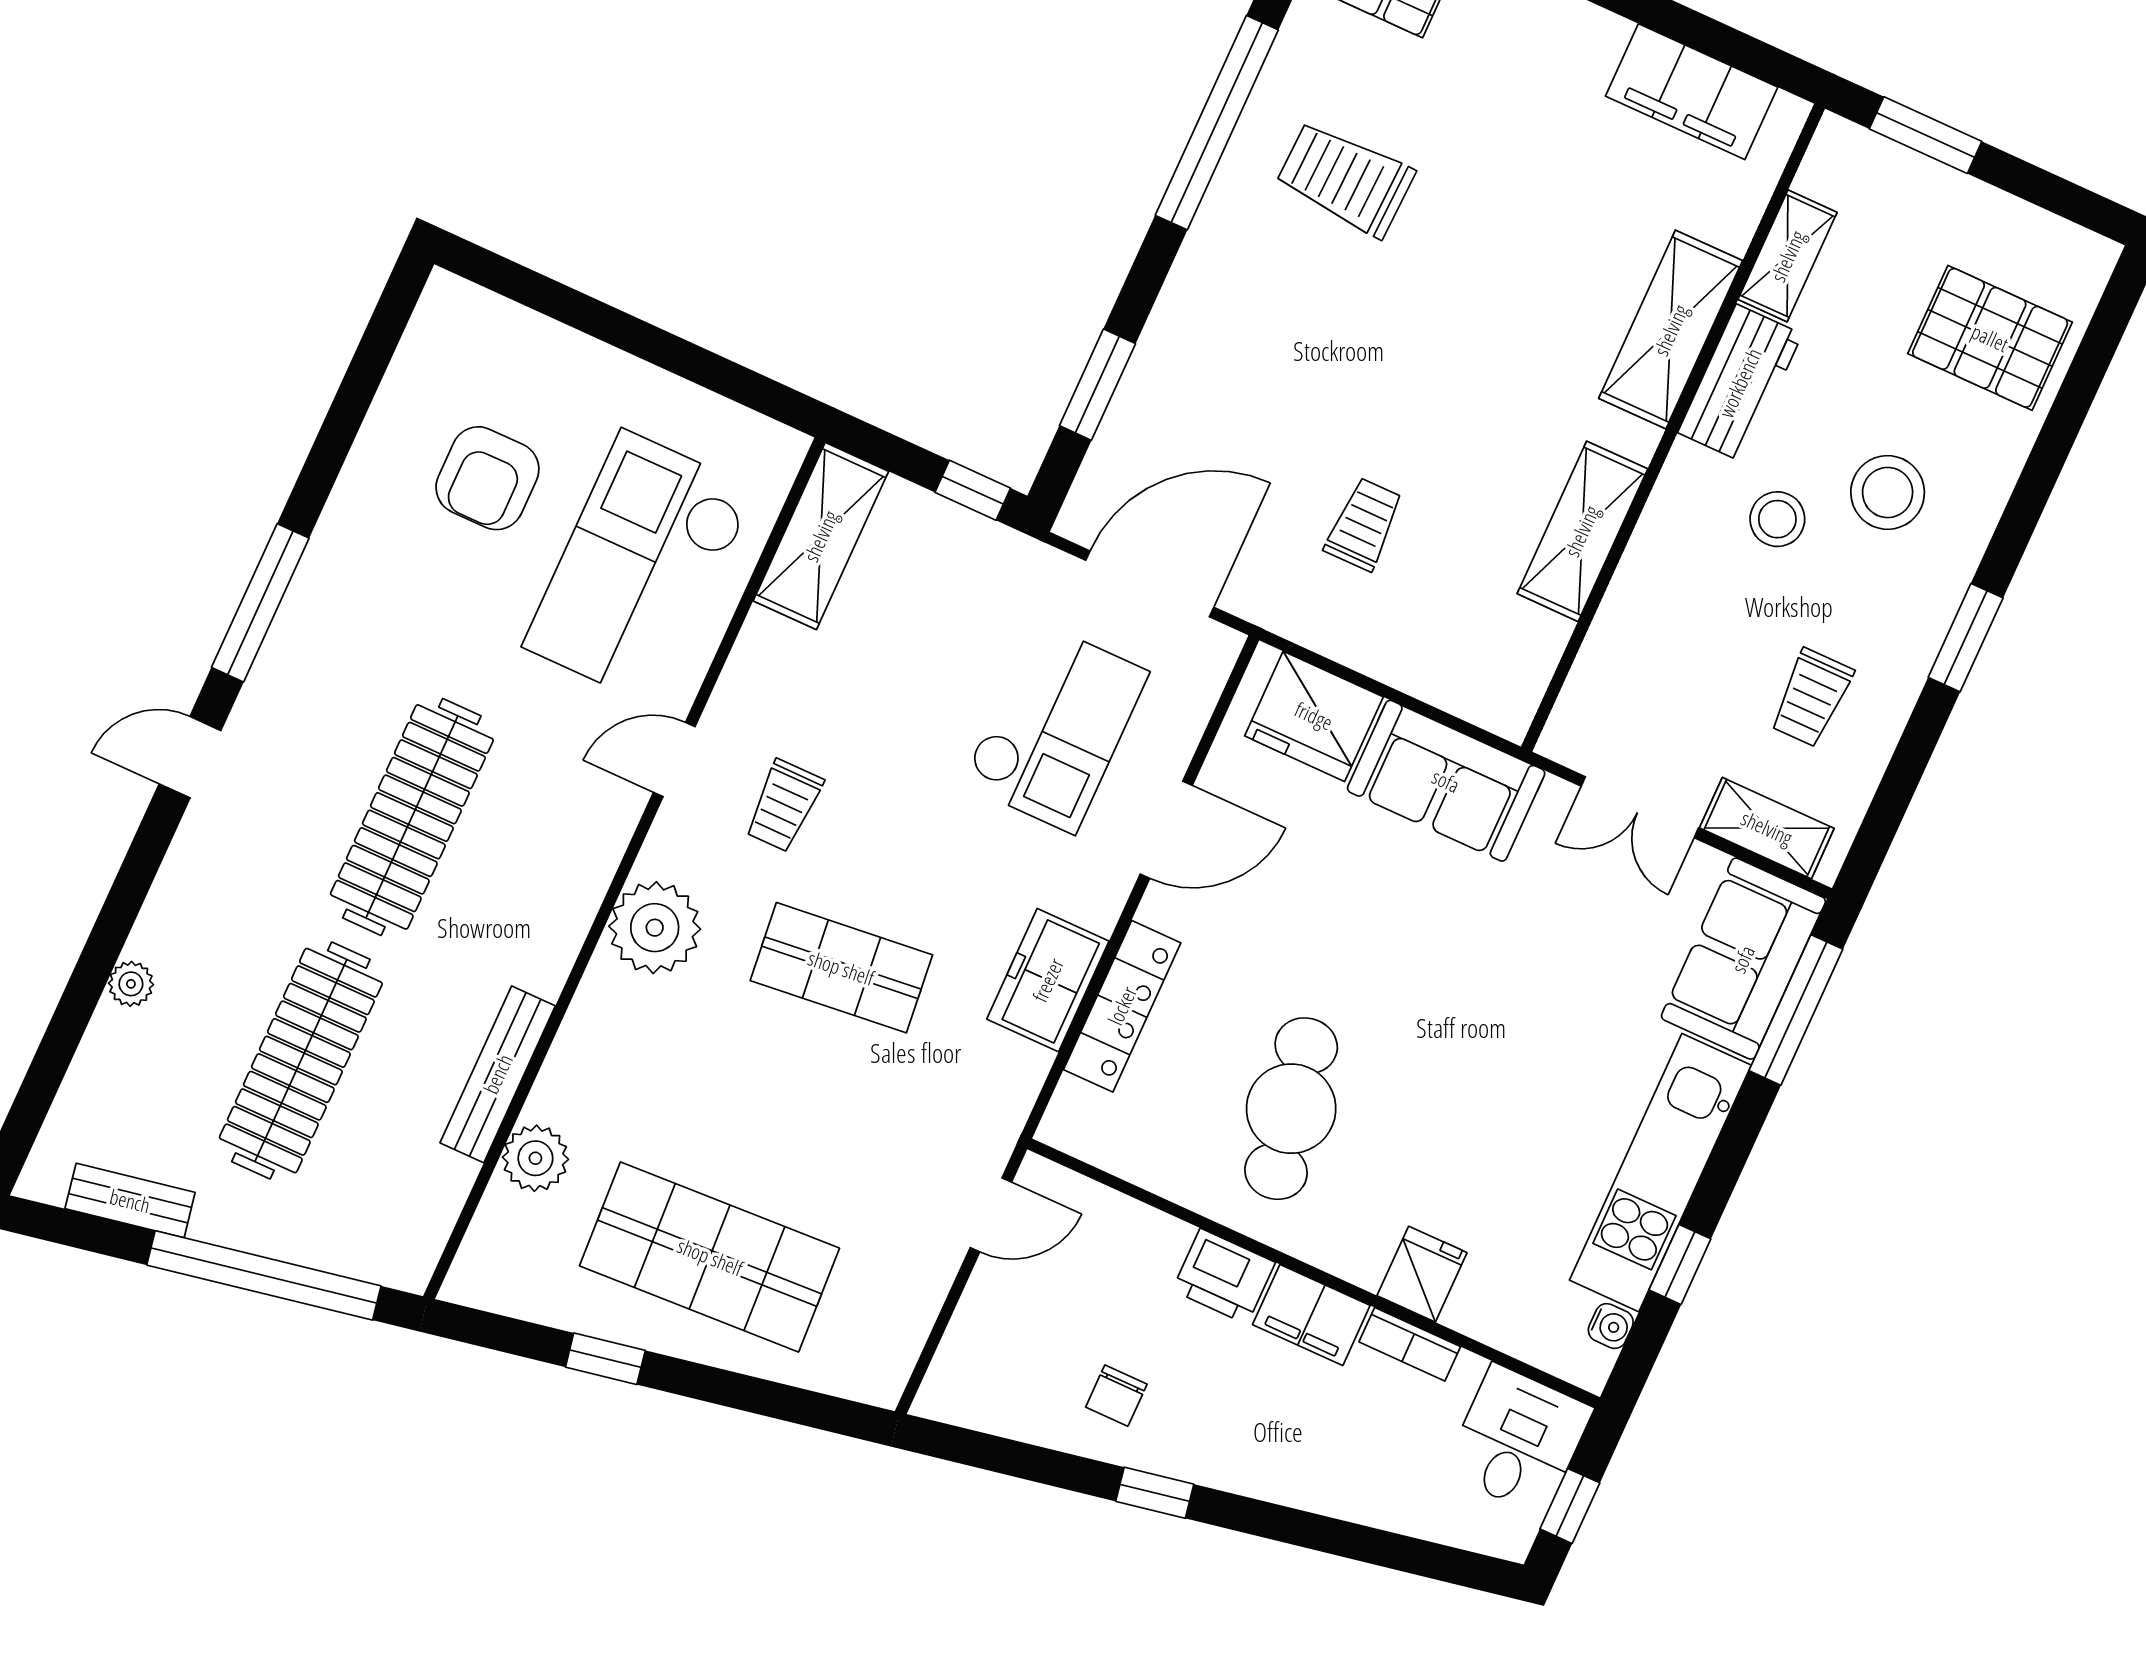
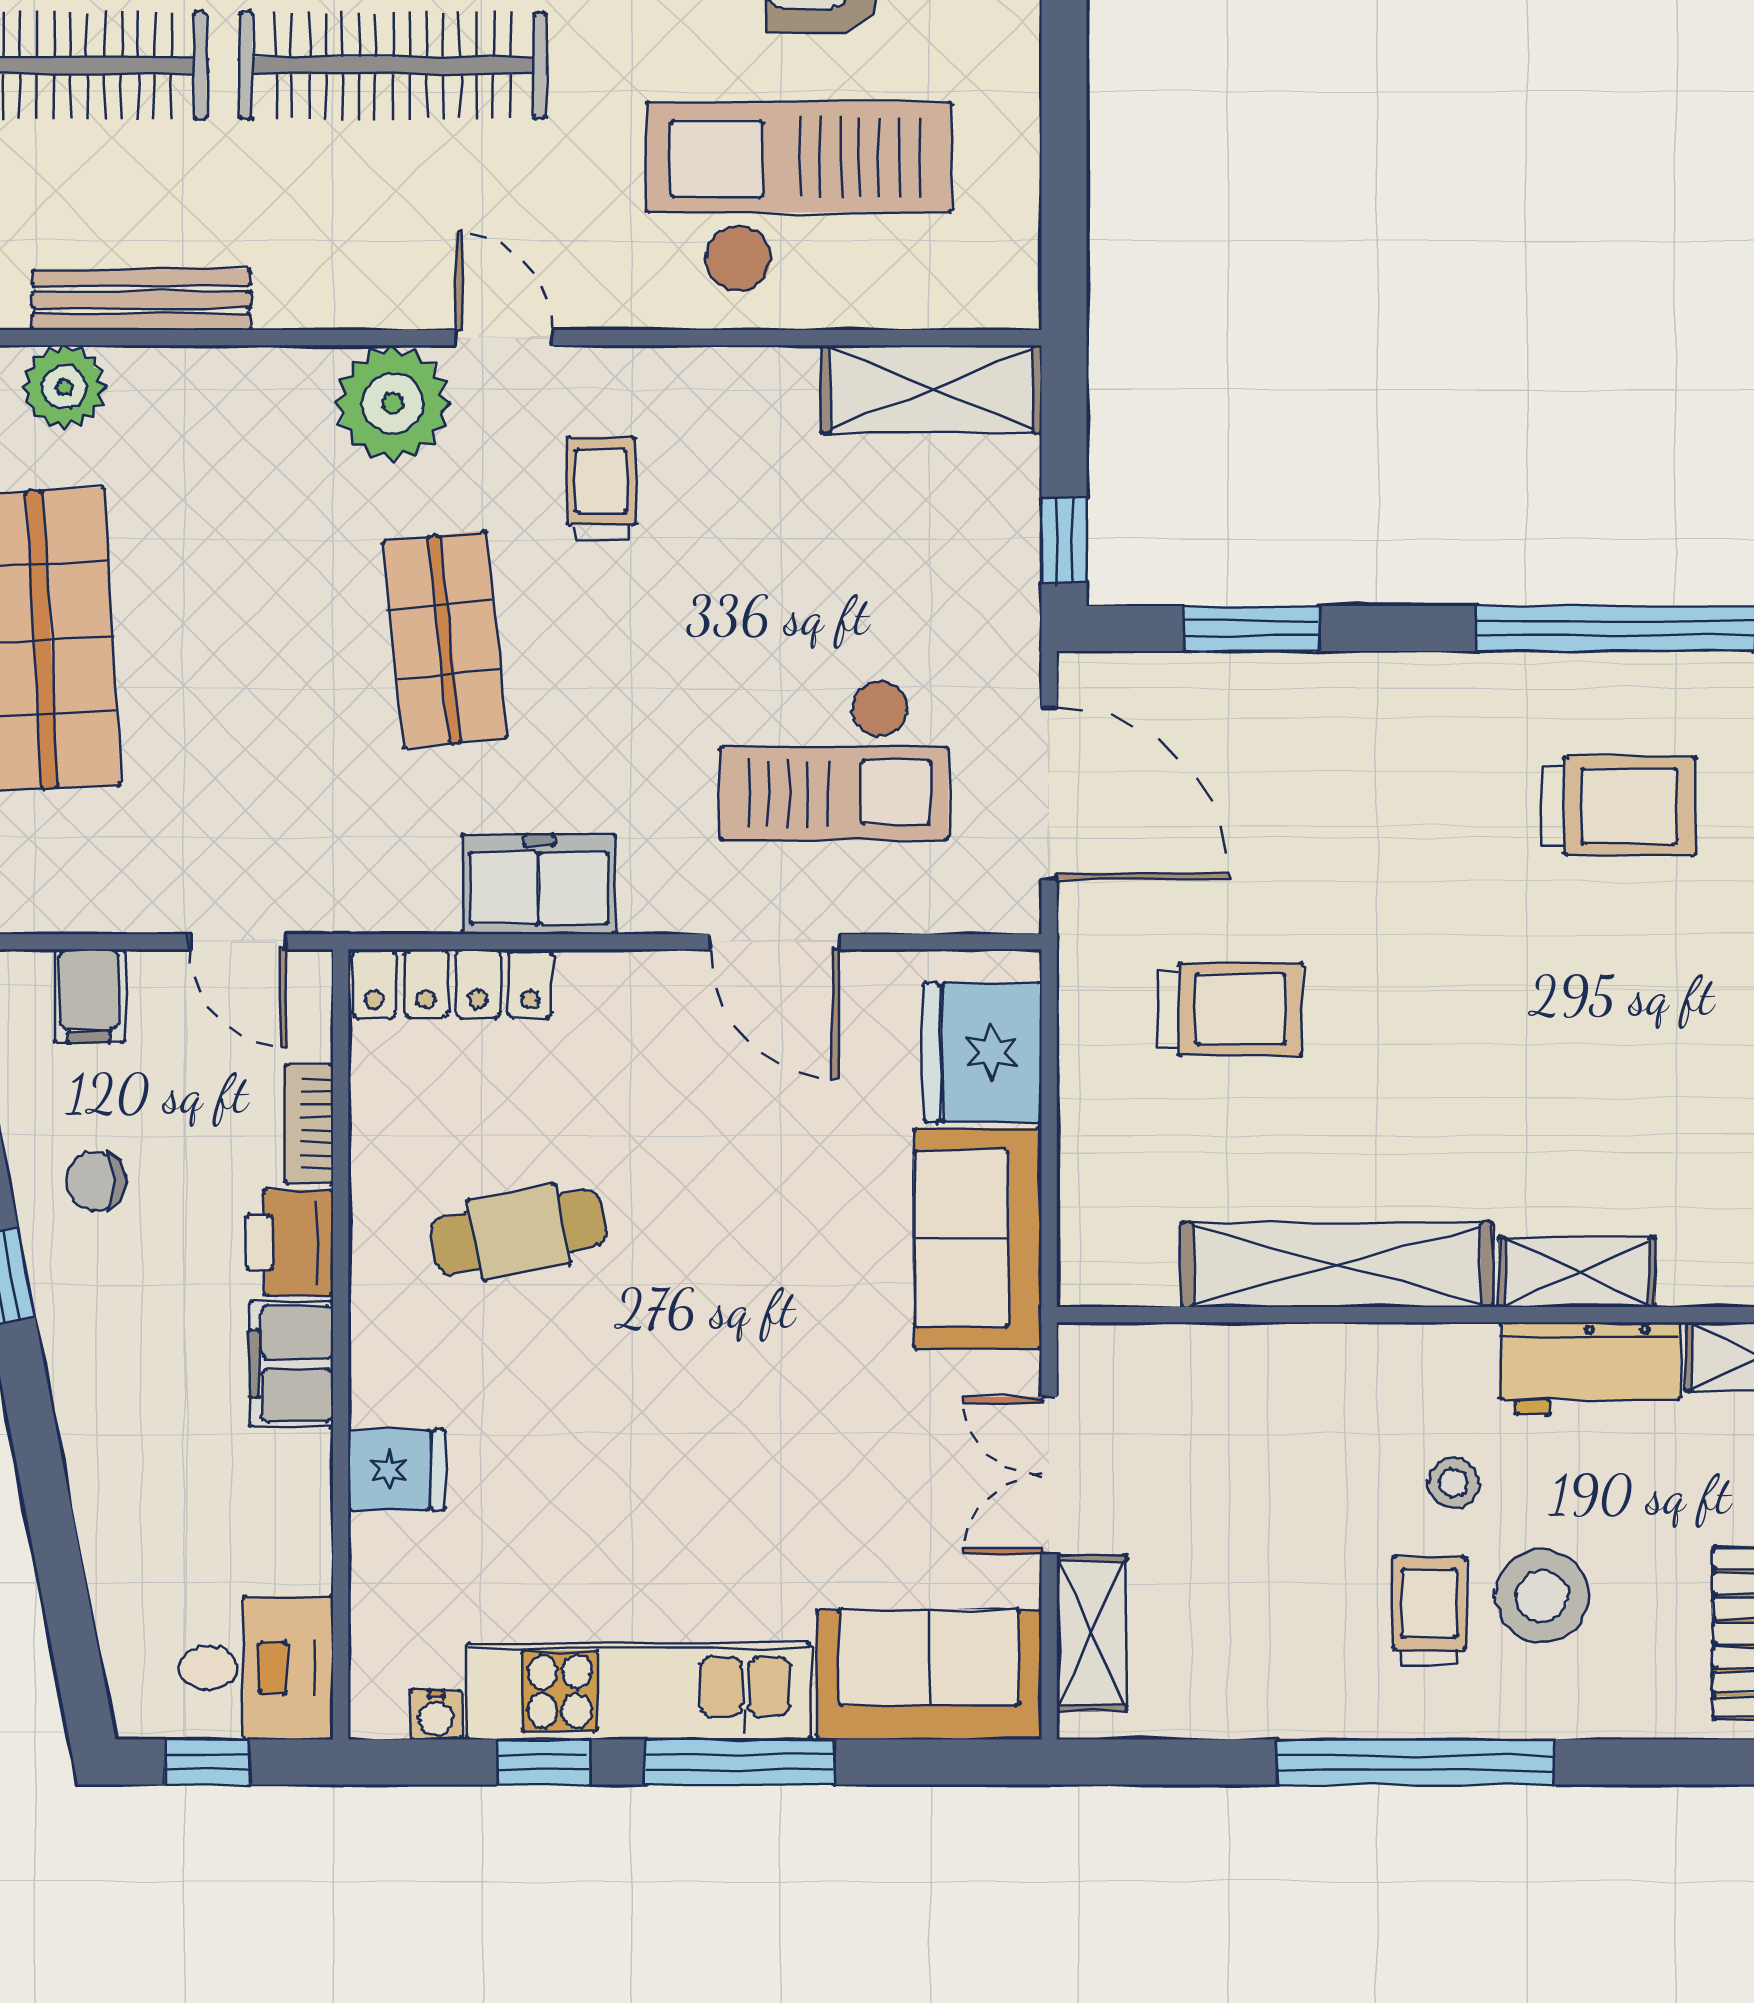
trolley: (1345, 179) -> (1619, 806), turned 88
shelving: (1671, 330) -> (1577, 1272), width x0.67, depth x0.75
stool: (1777, 519) -> (1453, 1483), width x0.73, depth x0.73
trolley: (1364, 524) -> (1230, 1009), width x1.36, depth x1.39
shelving: (1582, 531) -> (1337, 1265), width x1.47
window: (1966, 638) -> (1416, 1762), width x2.11
trolley: (1811, 698) -> (1429, 1611), moved, turned 90
door: (674, 759) -> (504, 338), moved
trolley: (784, 806) -> (601, 488), turned 90
locker: (1122, 1006) -> (452, 984), moved
window: (1796, 1010) -> (740, 1762), moved
cafe table: (1291, 1109) -> (519, 1232), width x0.73, depth x0.74
filing cabinet: (981, 1340) -> (89, 996), added
bookcase: (1410, 1344) -> (309, 1124), moved

